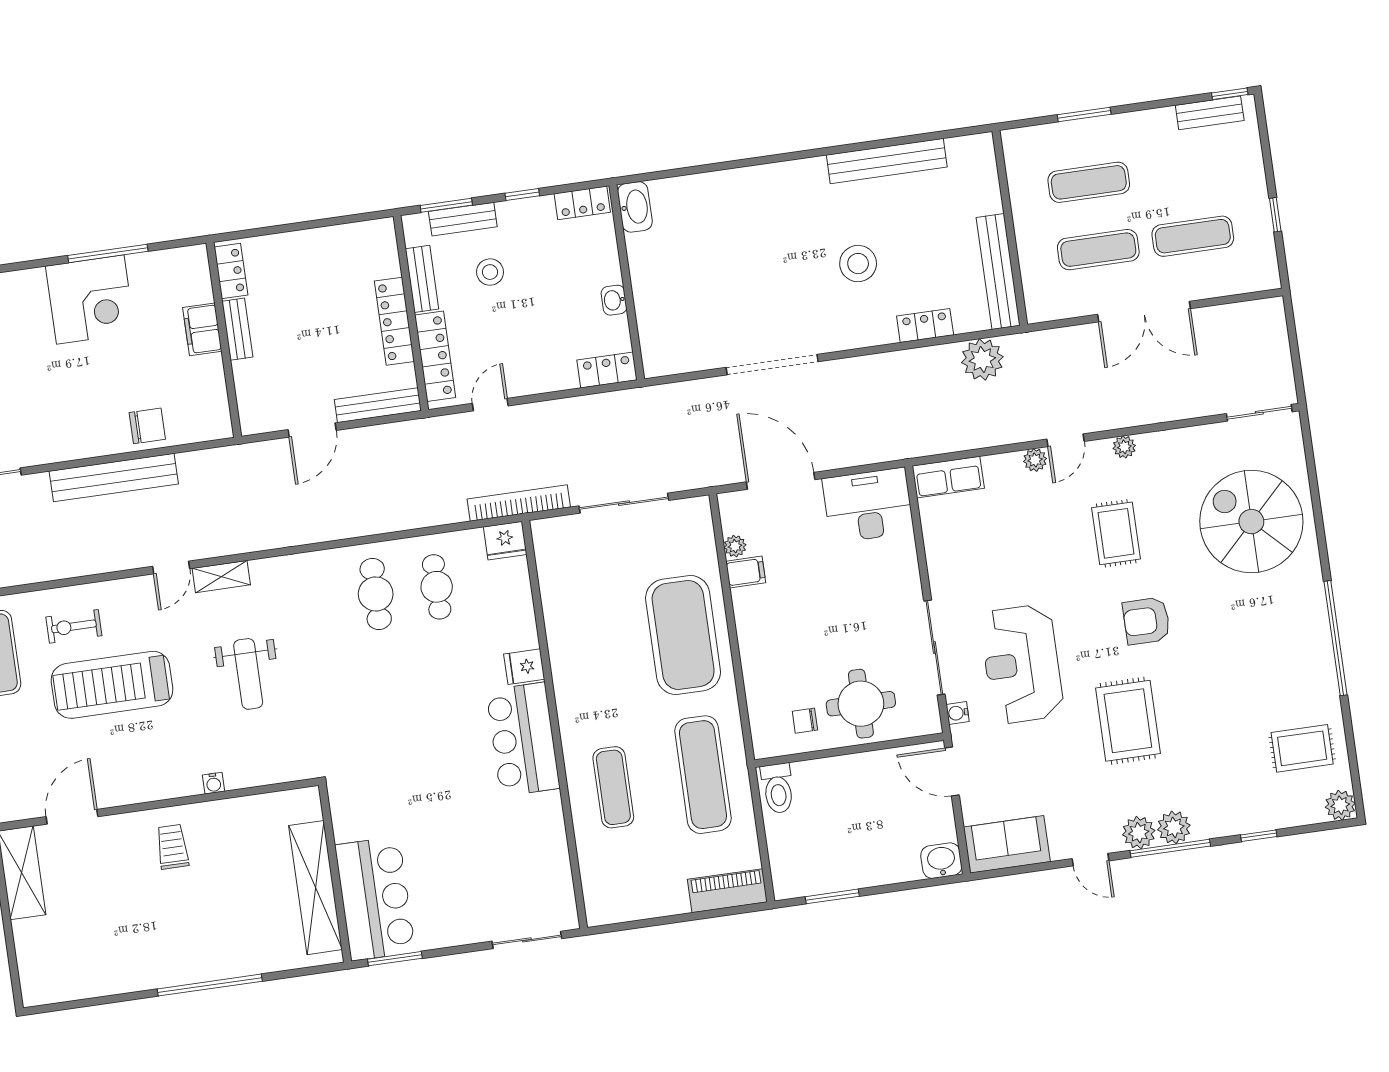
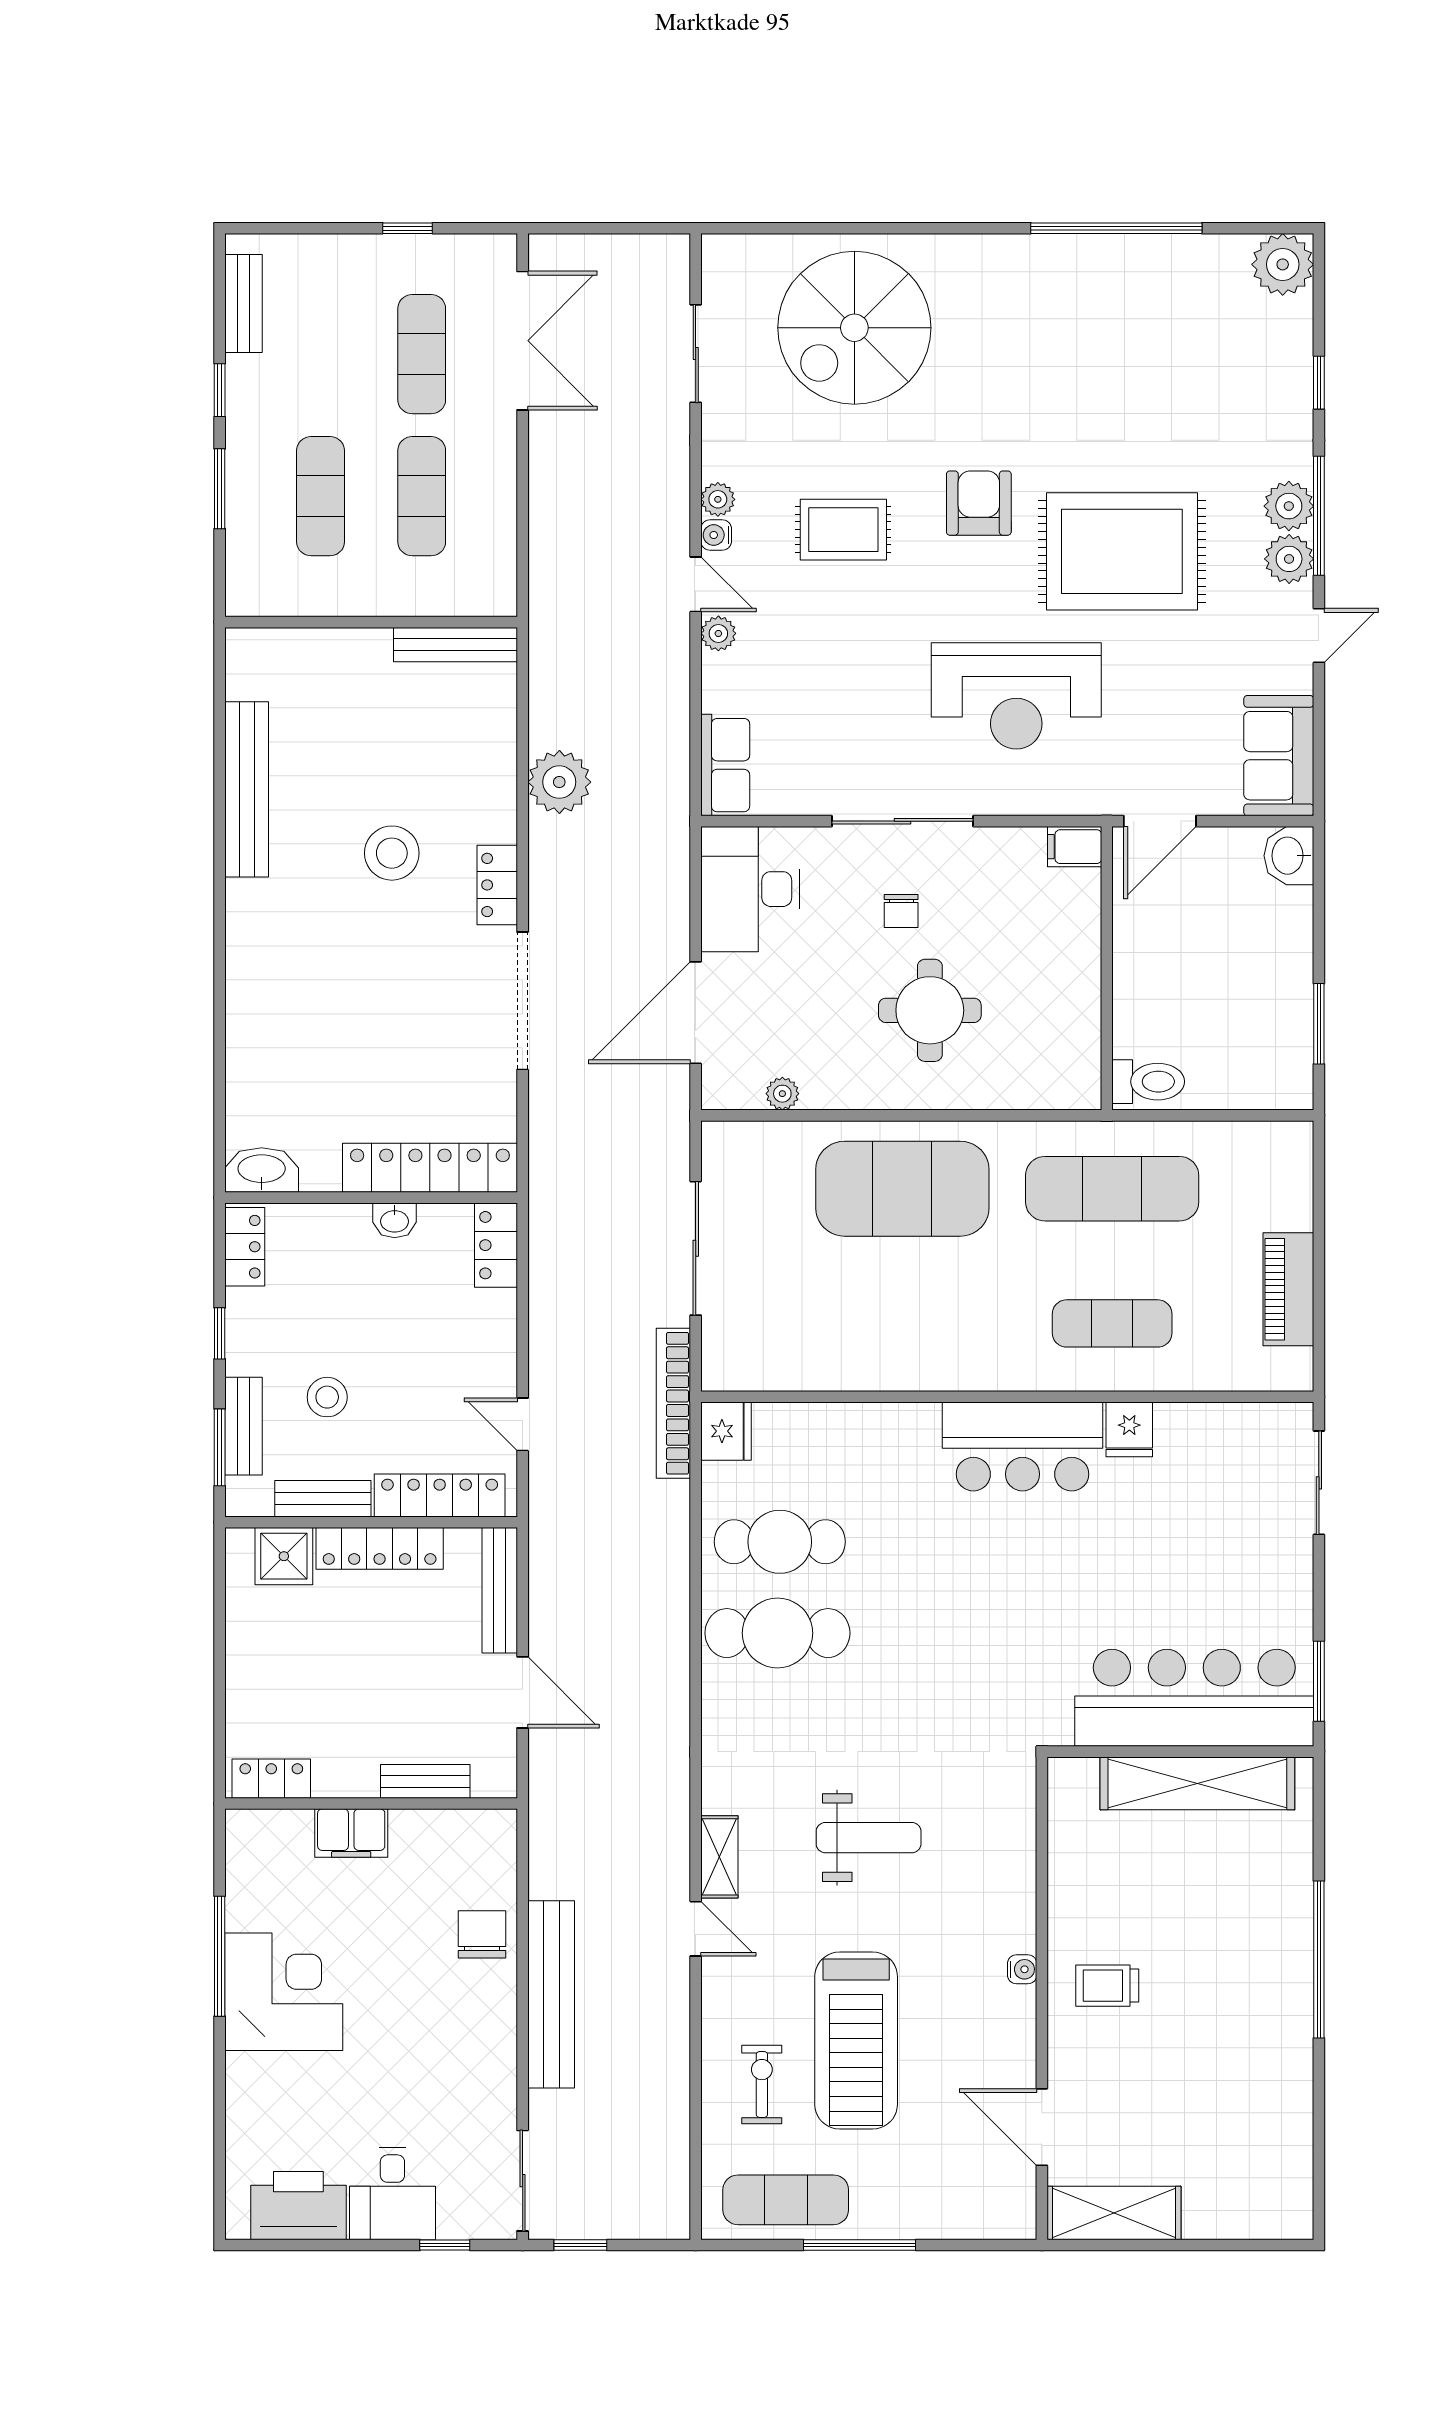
window: (1230, 94) -> (220, 390), moved
shower: (380, 258) -> (284, 1556), added
bench: (998, 271) -> (456, 645), width x0.73, depth x0.82
double door: (1144, 312) -> (523, 341), moved
locker: (652, 319) -> (430, 1168), added
locker: (925, 326) -> (497, 885), moved
bench: (237, 329) -> (425, 1781), moved
plant: (982, 360) -> (559, 782), moved
sliding door: (1259, 413) -> (696, 354), moved
filing cabinet: (746, 572) -> (1075, 847), moved, turned -90
cafe table: (437, 587) -> (780, 1542), width x1.37, depth x1.35
cafe table: (376, 594) -> (777, 1633), width x1.37, depth x1.35
armchair: (1146, 621) -> (979, 503), turned 180
exercise bike: (74, 626) -> (762, 2084), turned 180
window: (1335, 638) -> (1116, 228), moved
sliding door: (934, 647) -> (903, 821), moved
fridge: (524, 667) -> (1129, 1429), moved
round table: (861, 704) -> (930, 1010), moved
water cooler: (958, 713) -> (716, 535), moved, turned 90
chair: (805, 721) -> (901, 911), moved
rug: (1128, 721) -> (1122, 551), width x1.37, depth x1.44
rug: (1302, 748) -> (1199, 300), removed
water cooler: (214, 783) -> (1022, 1969), moved
plant: (1340, 805) -> (1283, 264), width x1.36, depth x1.36
piano: (727, 891) -> (1288, 1289), moved
bar counter: (375, 899) -> (1194, 1698), width x1.36

